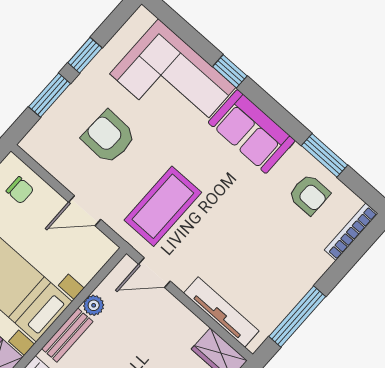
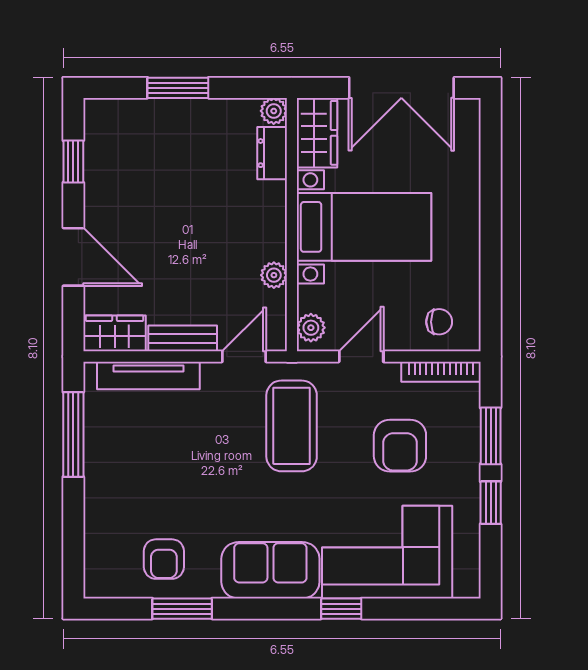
armchair: (109, 137) -> (400, 446), turned 88
chair: (20, 190) -> (439, 322), turned 180
armchair: (309, 194) -> (164, 559), turned -90
bookcase: (351, 232) -> (441, 372), moved, turned 90
plant: (99, 254) -> (311, 328), added
bench: (67, 335) -> (183, 338), moved, turned 90

